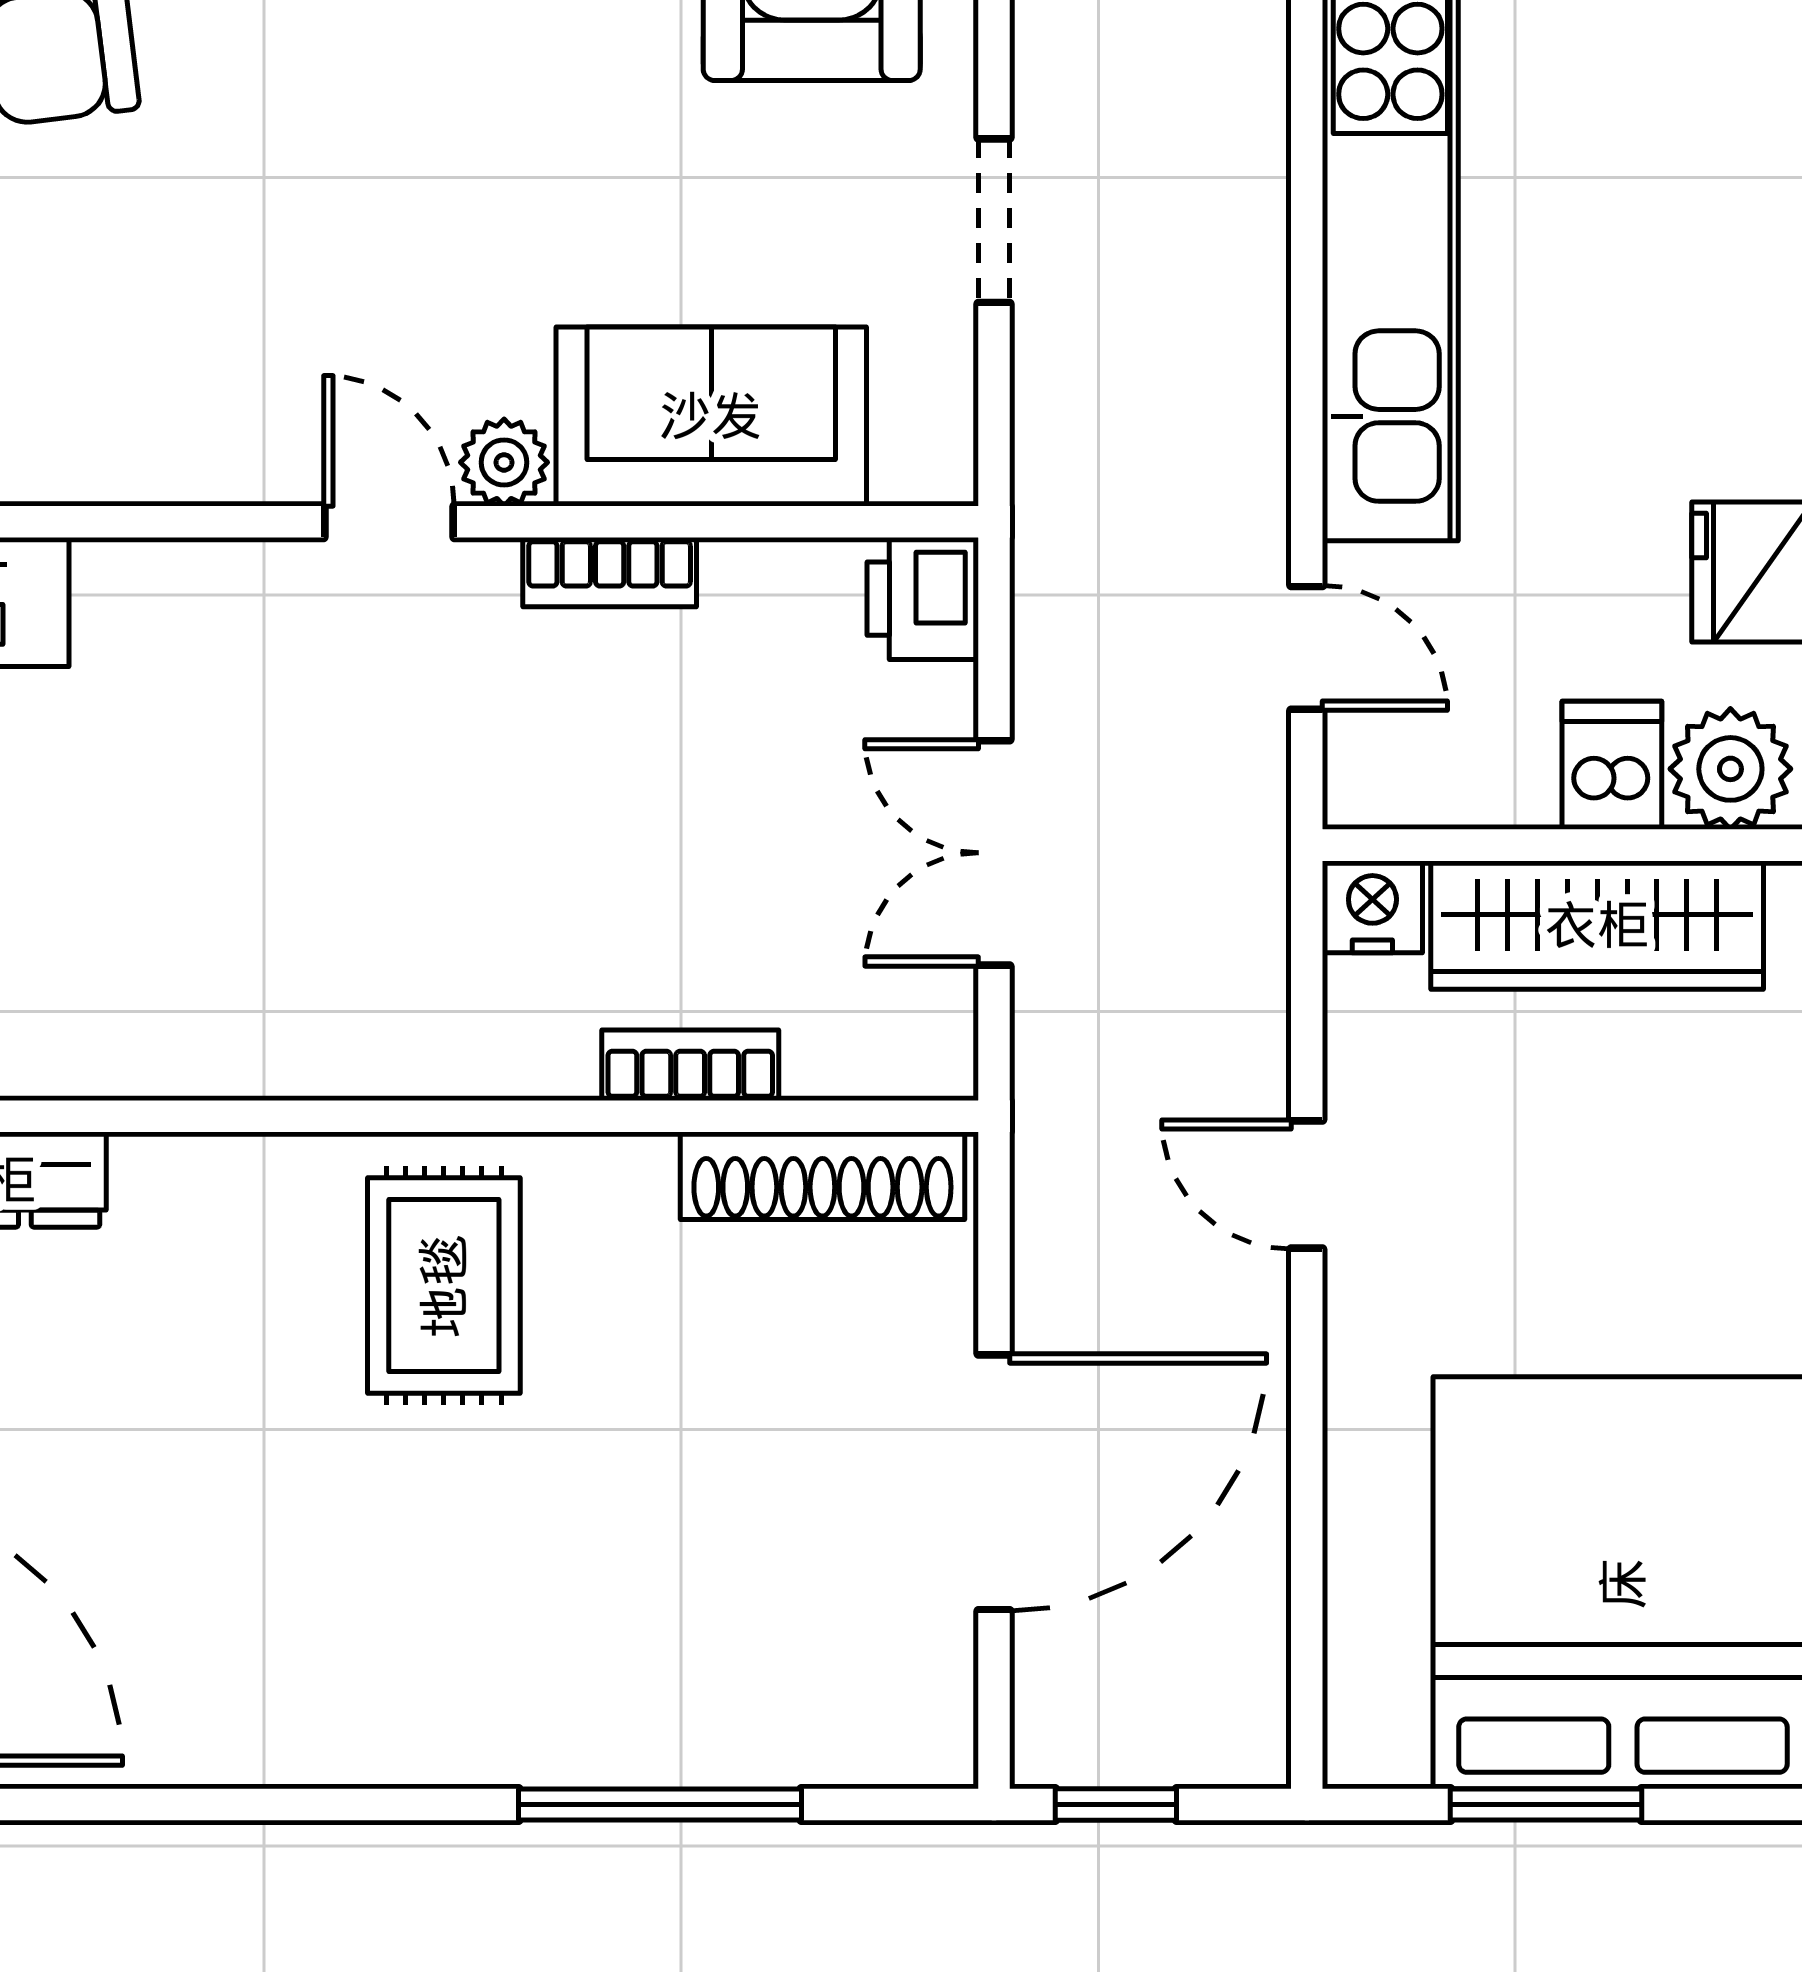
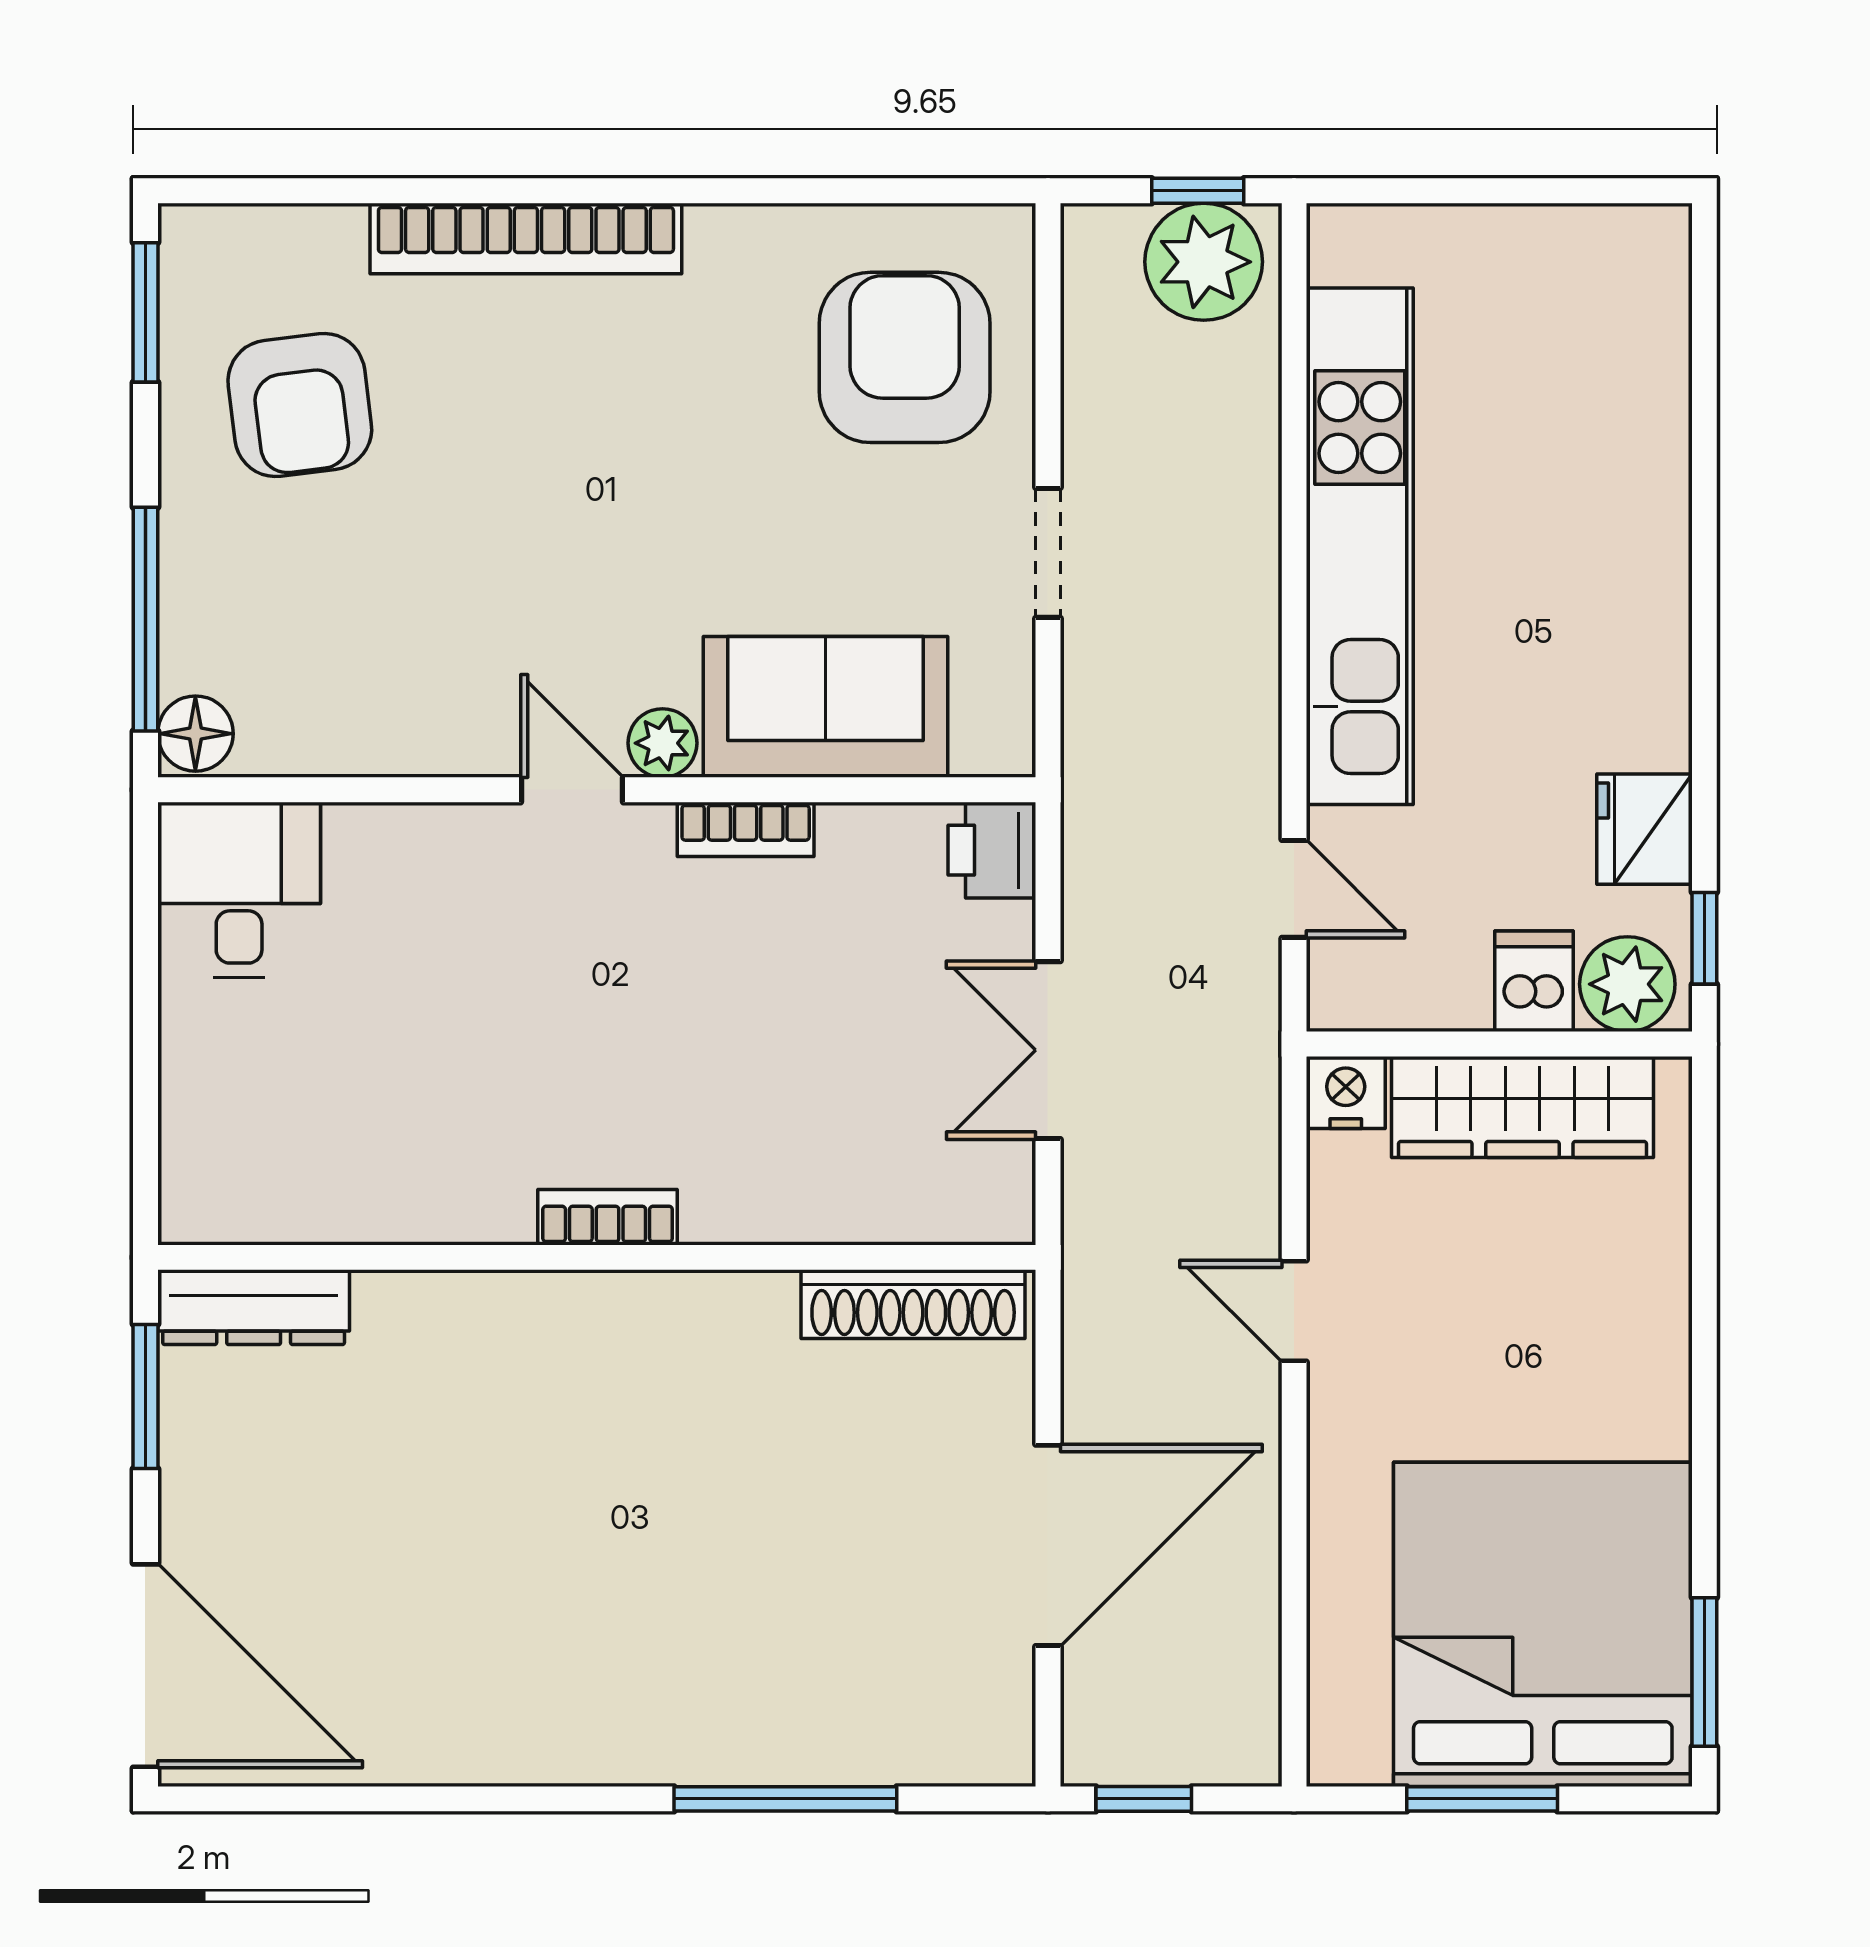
bookcase: (690, 1065) -> (608, 1217), moved
rug: (444, 1286) -> (615, 1390), removed

